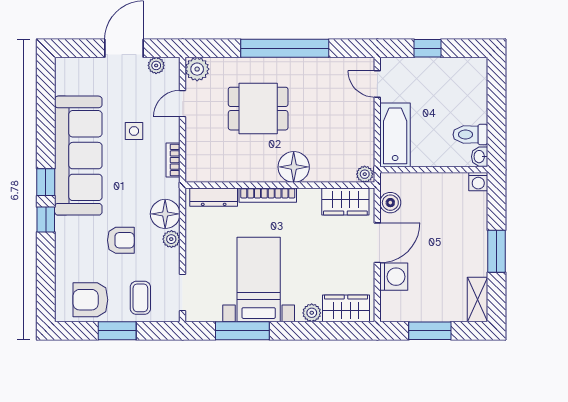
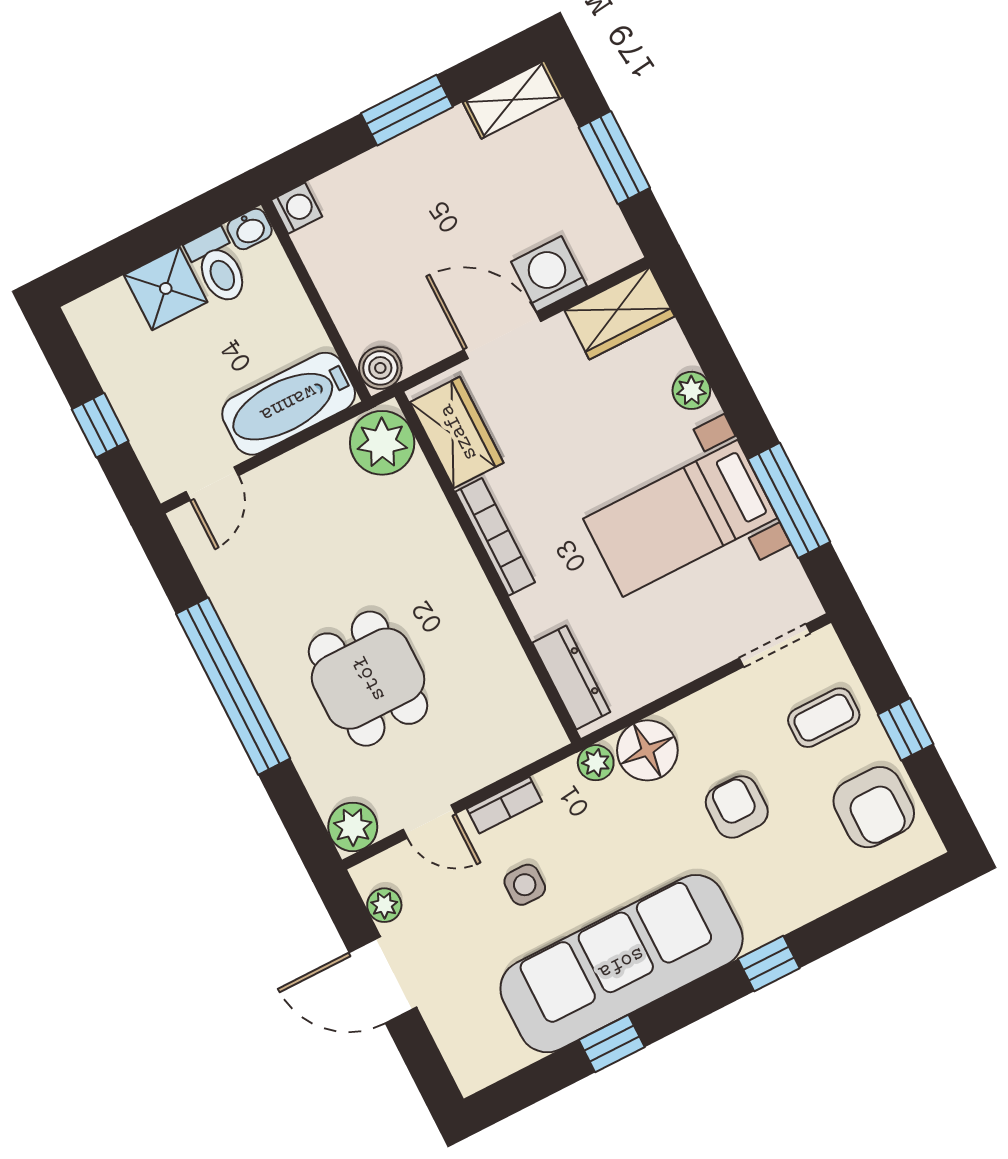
shower: (472, 107) -> (166, 288), added
bookcase: (173, 160) -> (504, 805), moved
floor lamp: (294, 167) -> (442, 559), removed
plant: (365, 174) -> (382, 443), width x1.88, depth x1.88
window: (46, 182) -> (612, 1044), moved
bookcase: (268, 195) -> (495, 537), moved
boiler: (390, 203) -> (380, 368), moved
plant: (171, 239) -> (596, 763), moved
wardrobe: (346, 308) -> (620, 313), moved, turned -90
window: (117, 331) -> (906, 729), width x0.67

